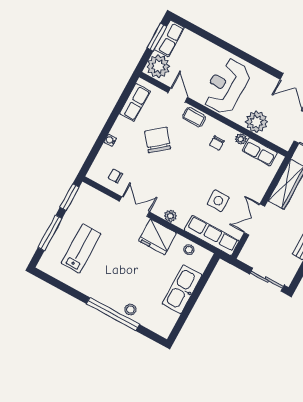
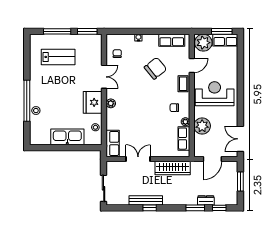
side table: (218, 201) -> (137, 129), removed
row of seats: (212, 235) -> (113, 143), width x0.68

